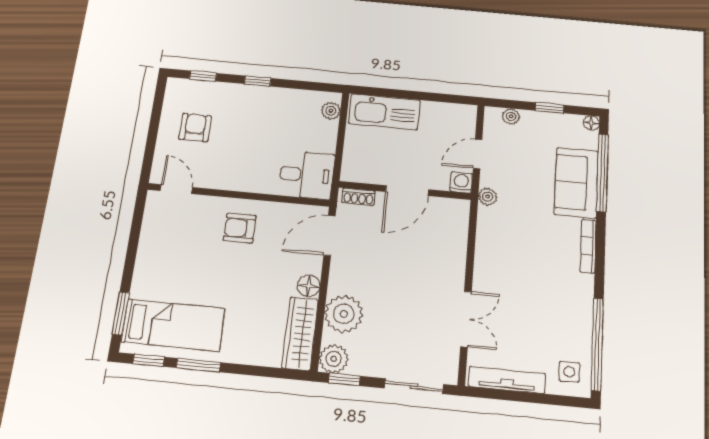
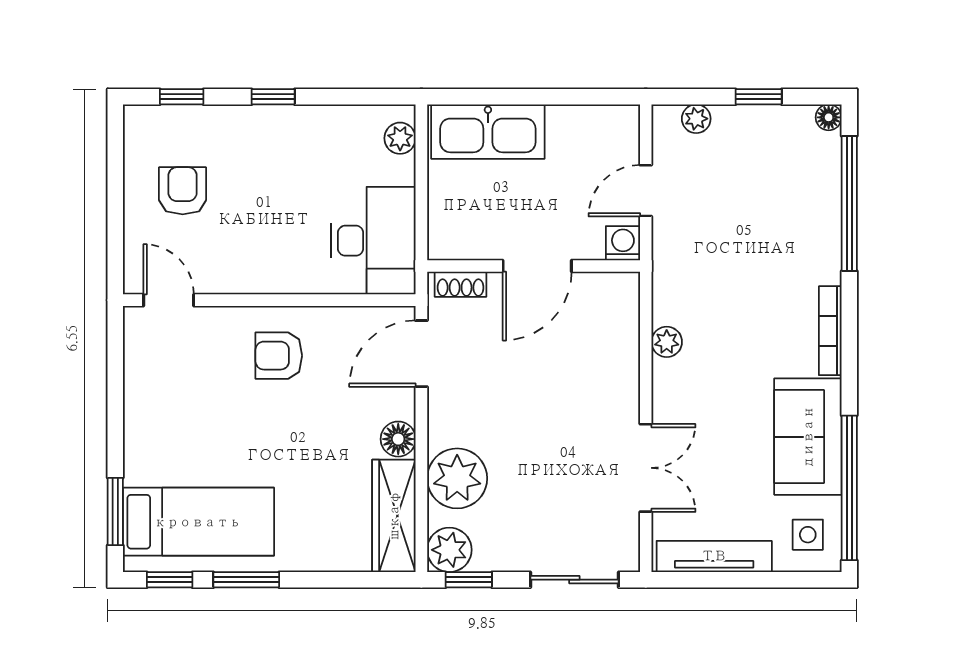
desk: (307, 175) -> (373, 241), width x1.37
sofa: (576, 183) -> (808, 437), moved
plant: (488, 197) -> (667, 342), moved

